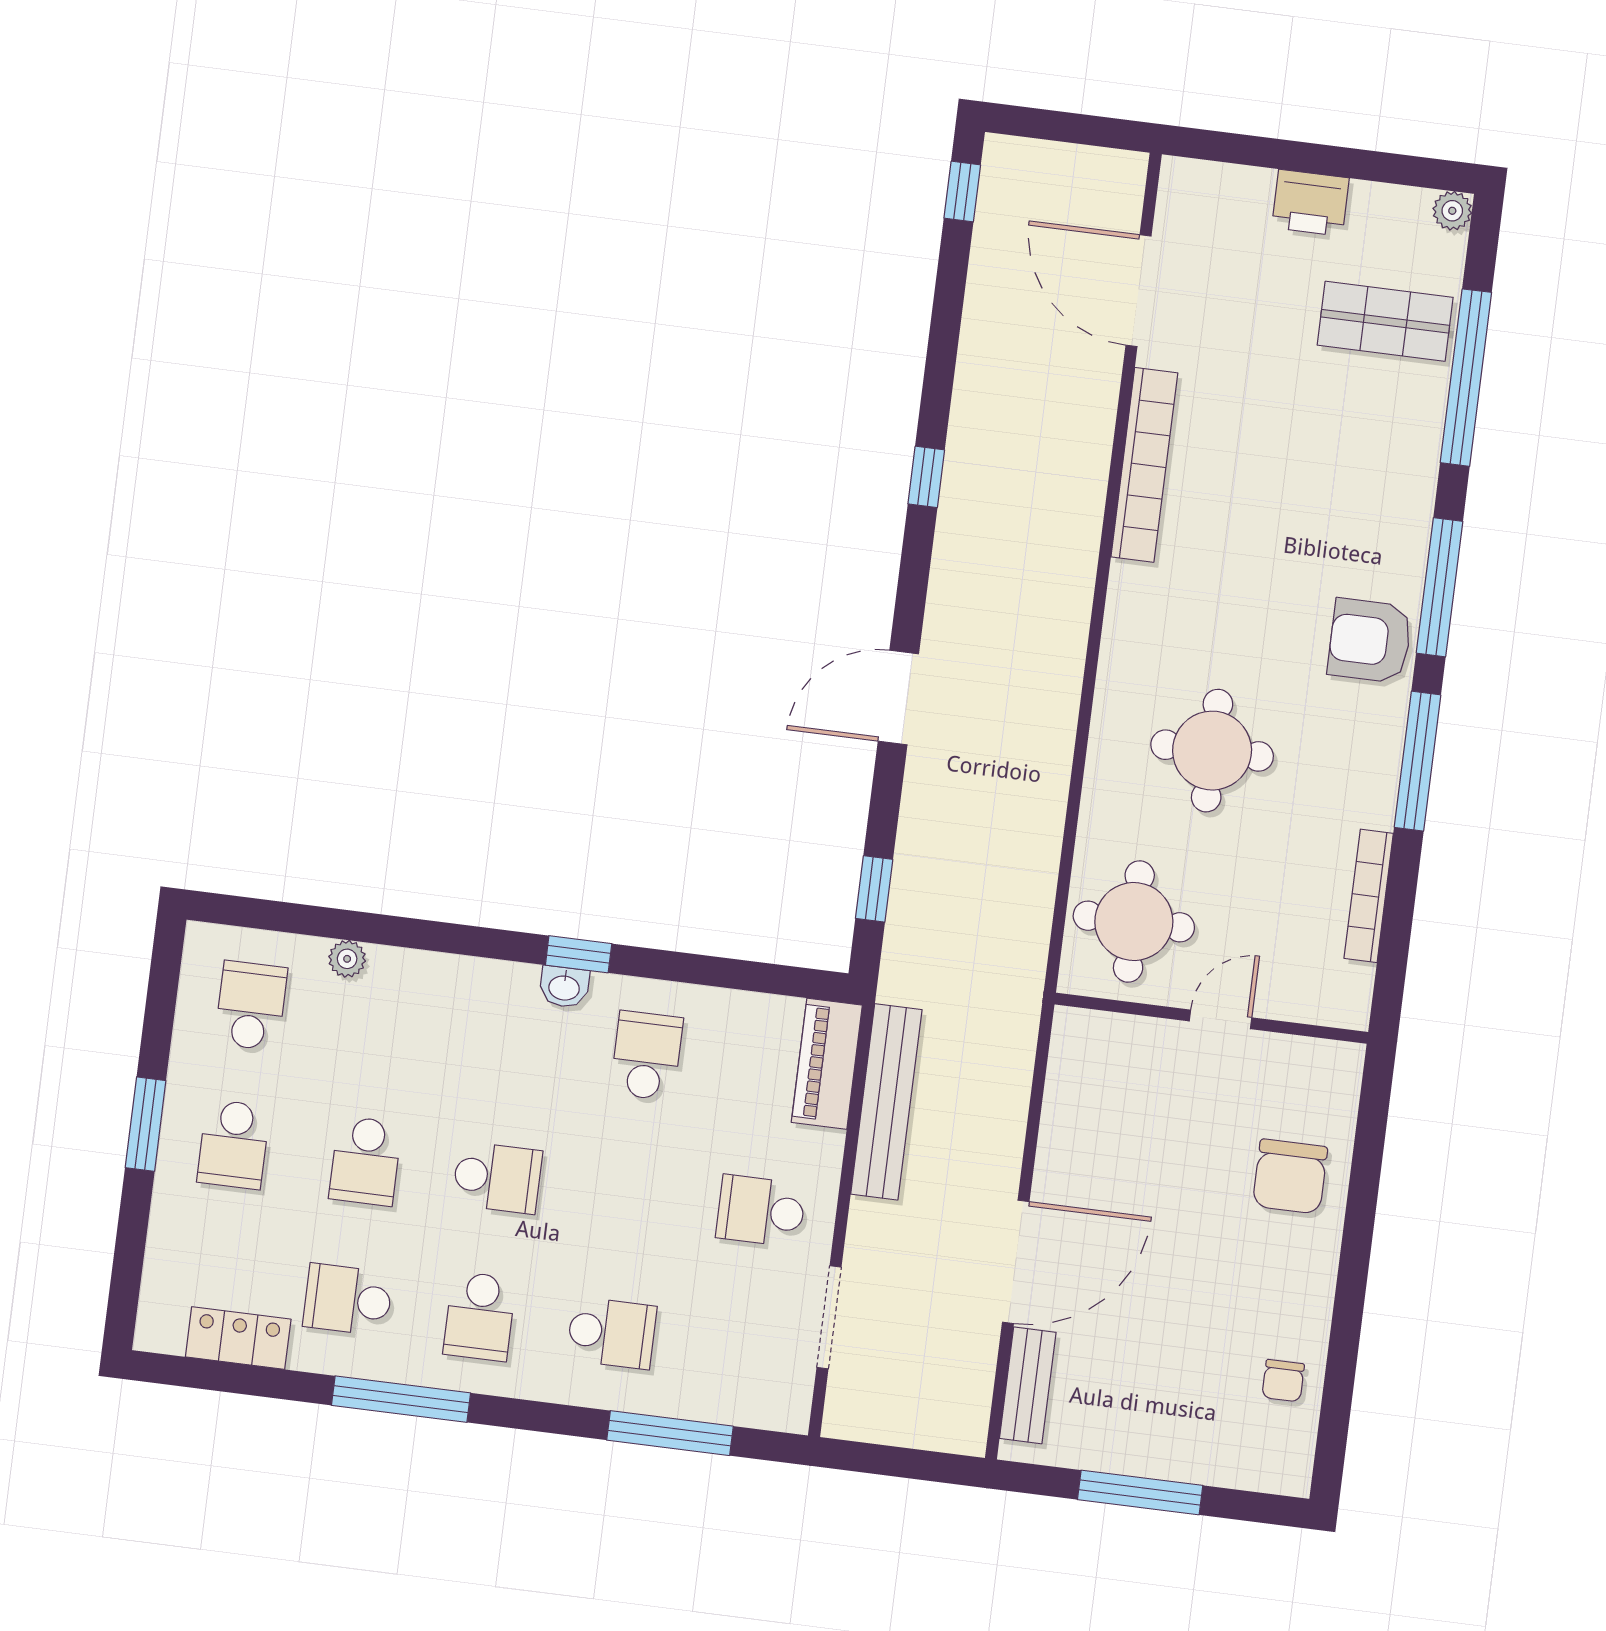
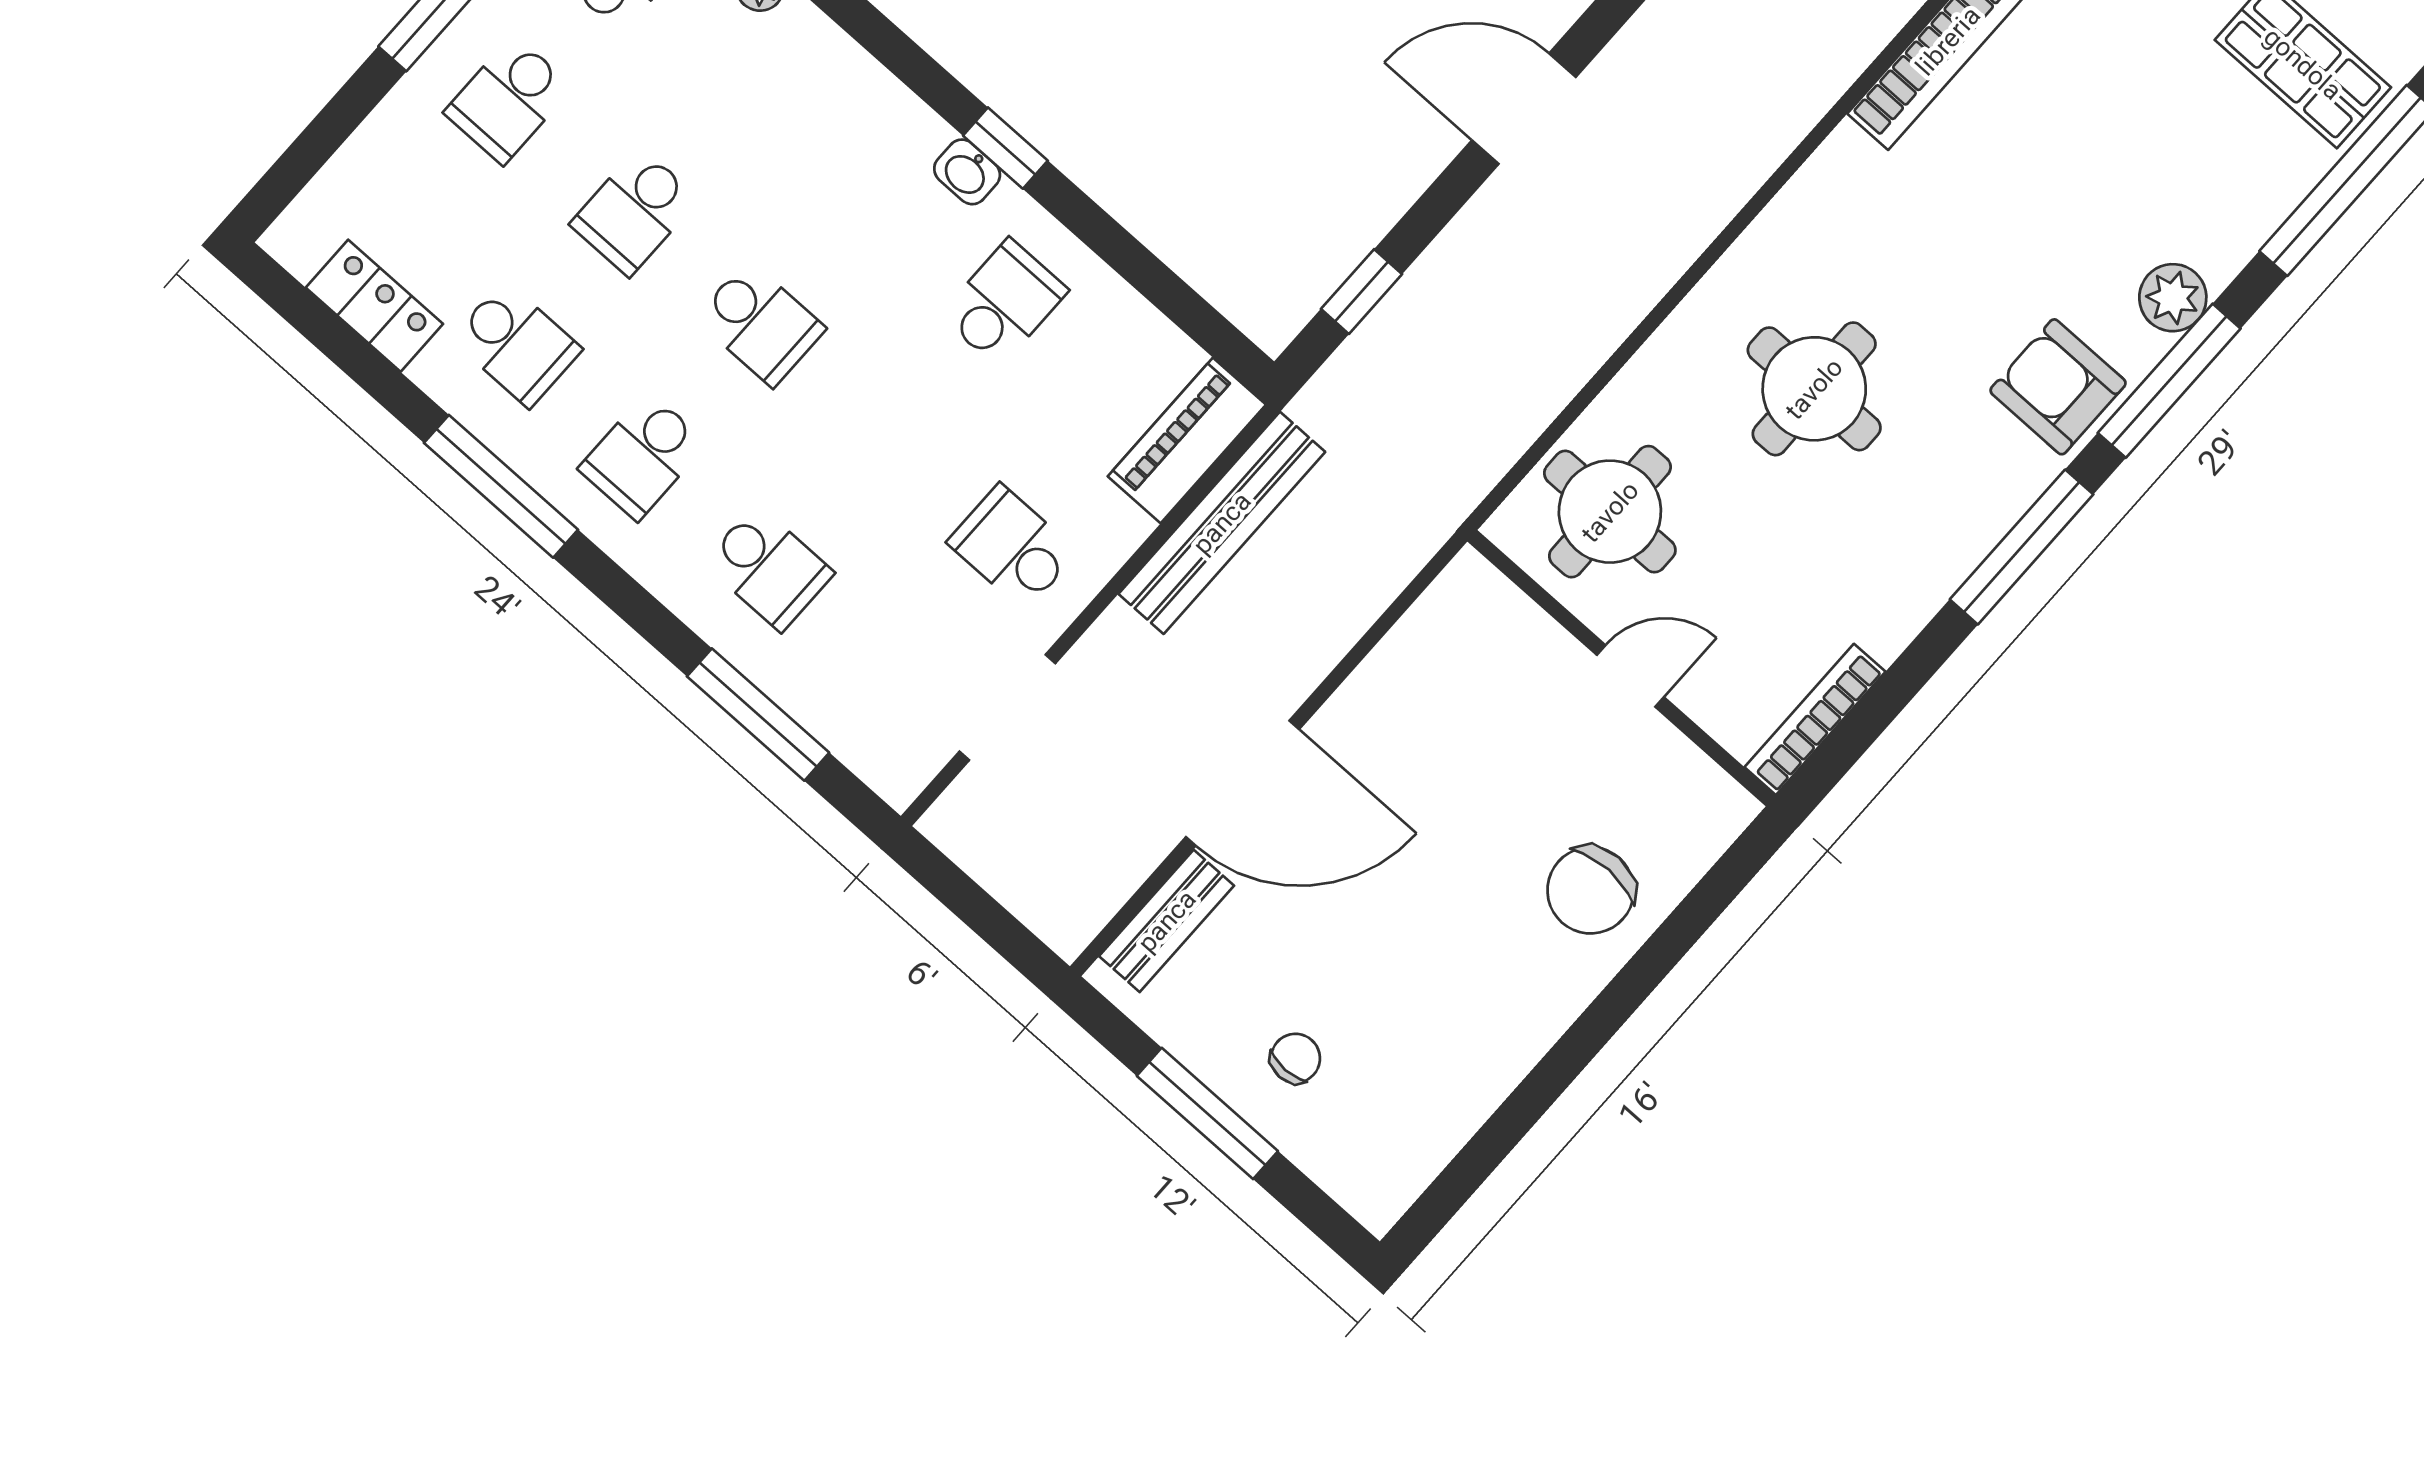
plant: (1405, 532) -> (2173, 298), added
bookcase: (1369, 896) -> (1815, 719), moved
school desk: (348, 1300) -> (517, 344), turned 180
chair: (1283, 1381) -> (1295, 1058), moved, turned 180

